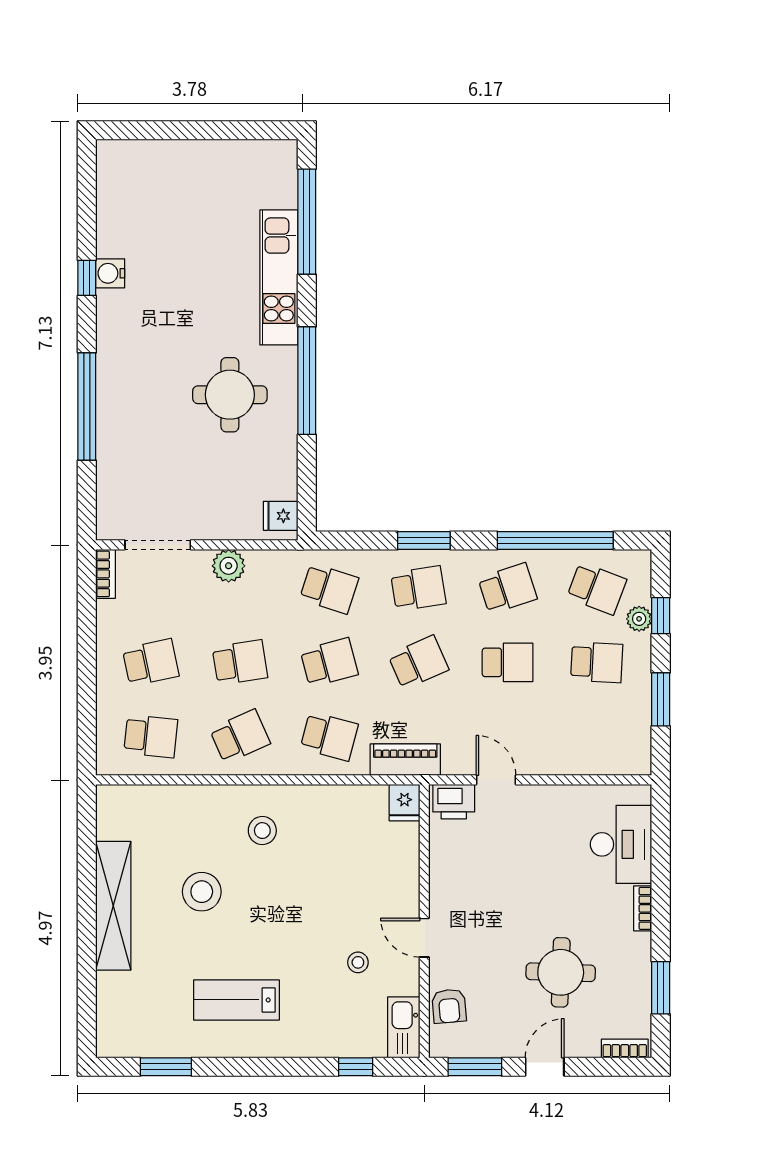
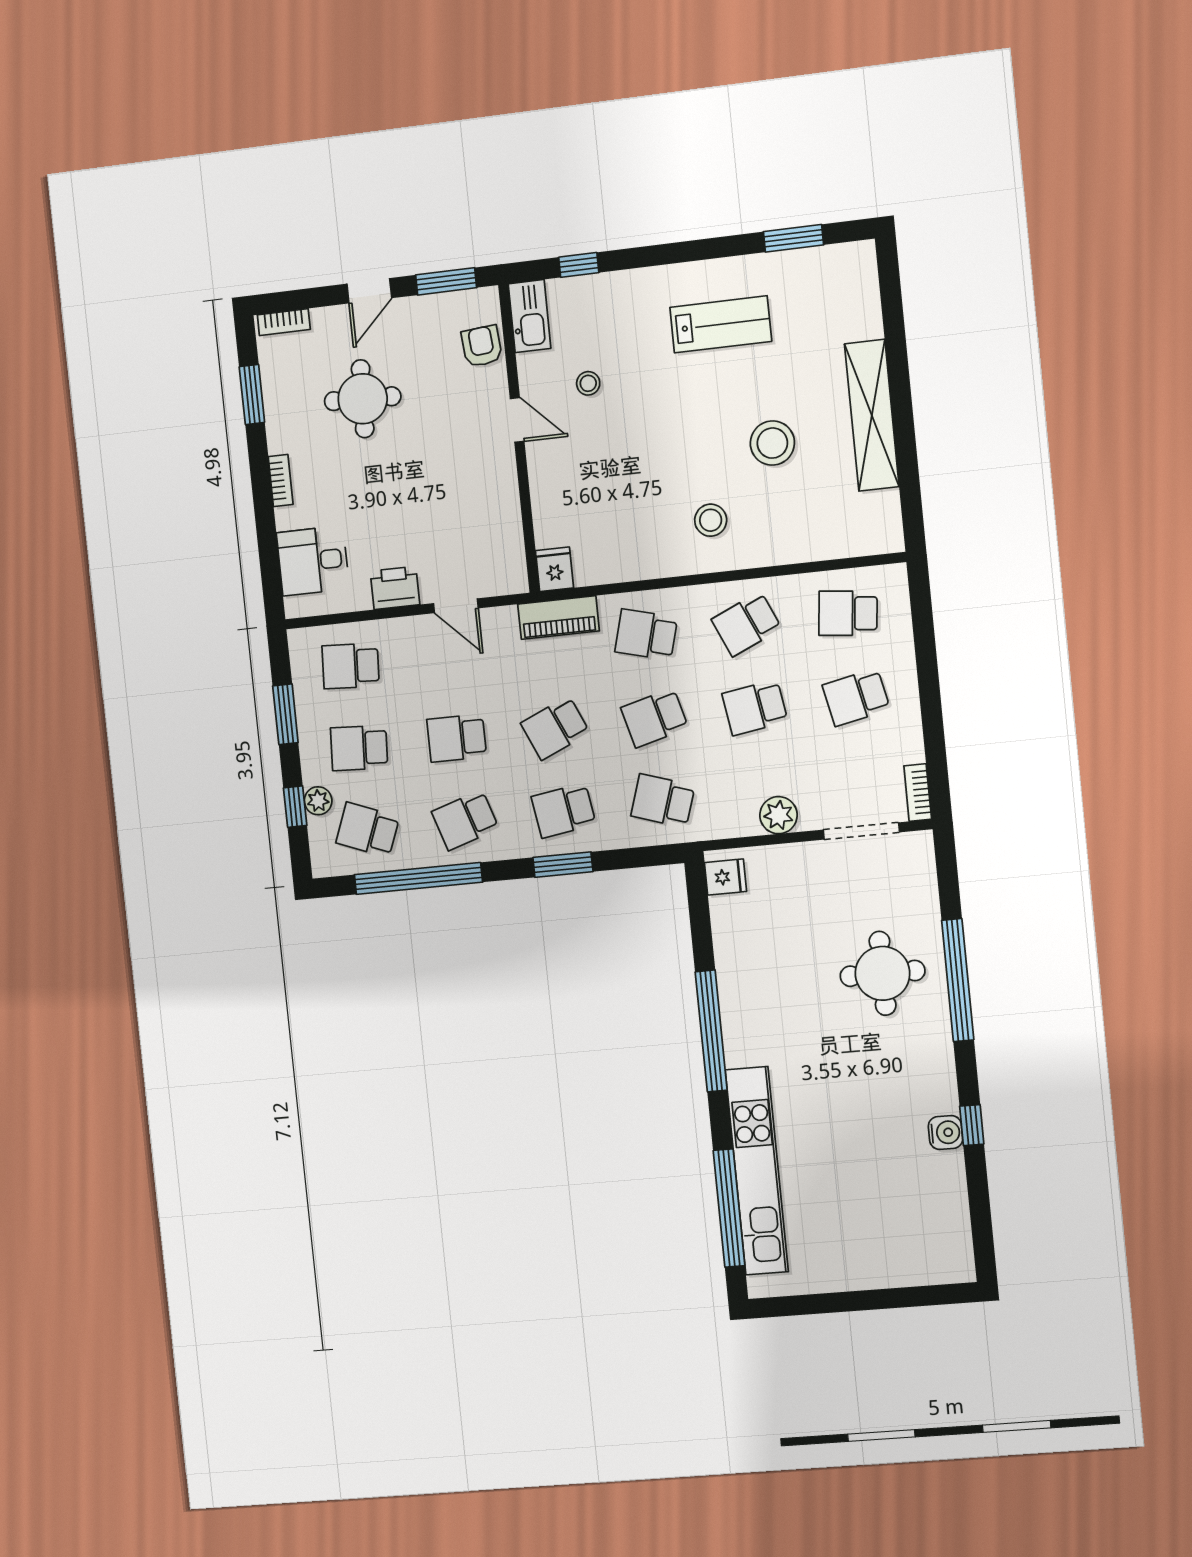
kitchen unit: (279, 277) -> (757, 1171), width x1.36
round table: (230, 395) -> (883, 973), moved
school desk: (597, 736) -> (351, 666), added
printer: (454, 802) -> (395, 588), moved
desk: (621, 844) -> (313, 561), width x0.73

